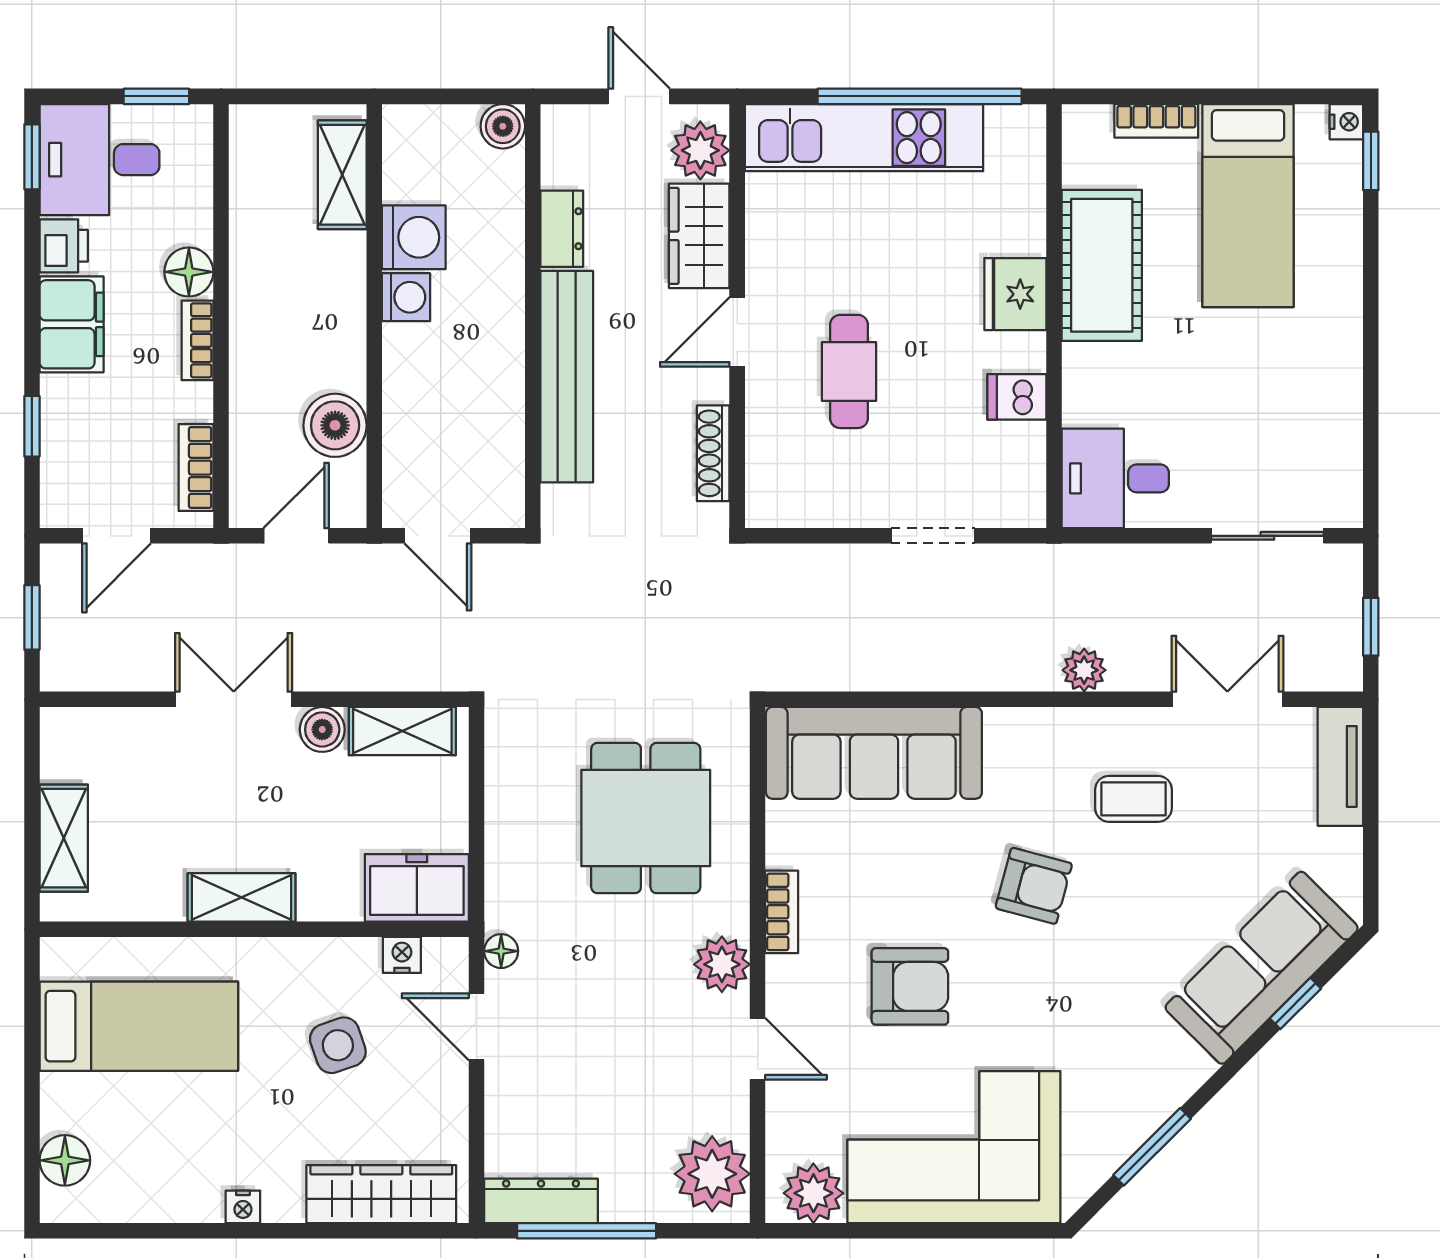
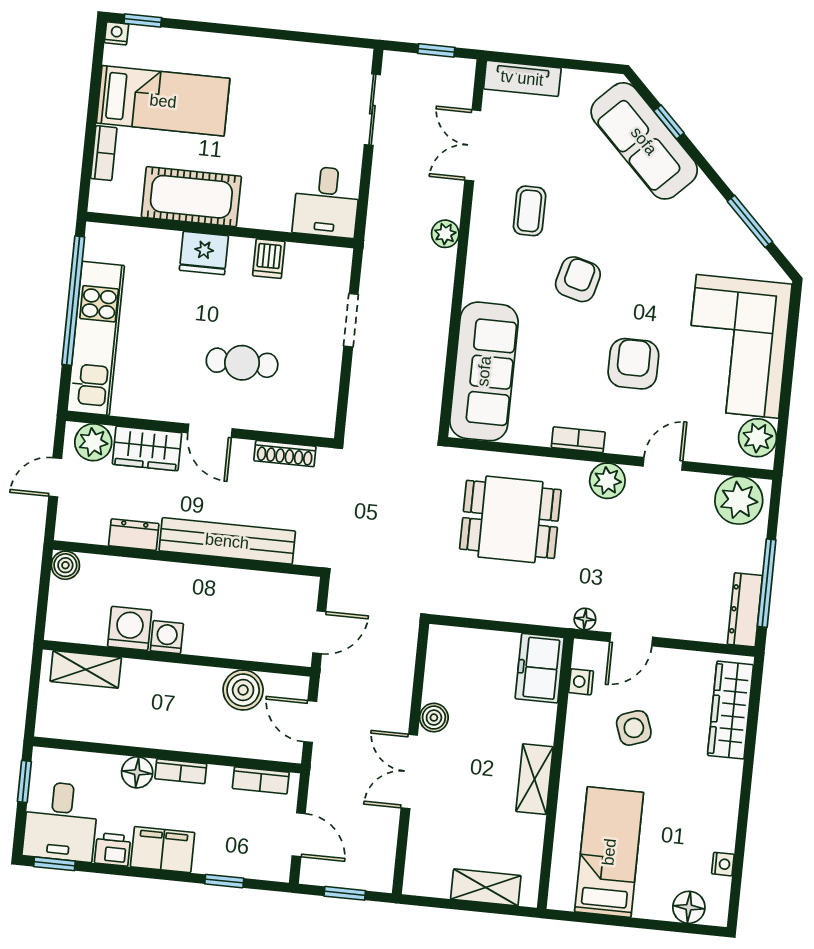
shelving: (402, 731) -> (440, 667), removed
nightstand: (243, 1207) -> (723, 864), moved

